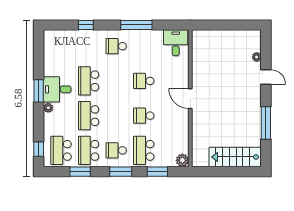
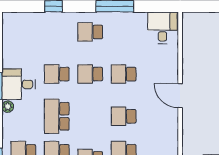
school desk: (89, 81) -> (57, 74), width x0.54
school desk: (116, 81) -> (90, 74), added

